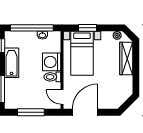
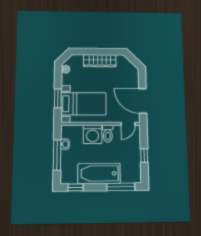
window: (32, 28) -> (57, 155), width x0.68
wardrobe: (126, 58) -> (100, 61), moved
bathtub: (12, 63) -> (99, 173), width x1.36, depth x1.36
window: (31, 112) -> (144, 156), width x0.46

